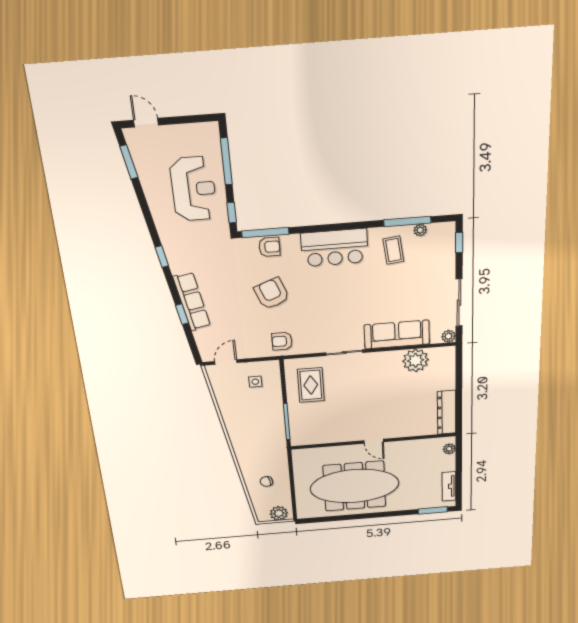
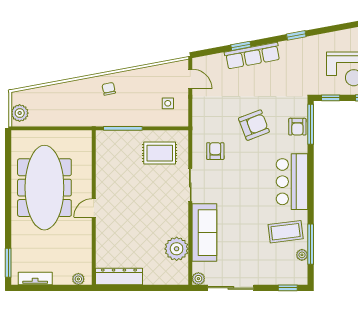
coffee table: (393, 250) -> (286, 232), width x1.36, depth x1.30
armchair: (282, 341) -> (215, 151), moved
chair: (266, 481) -> (109, 89), moved

